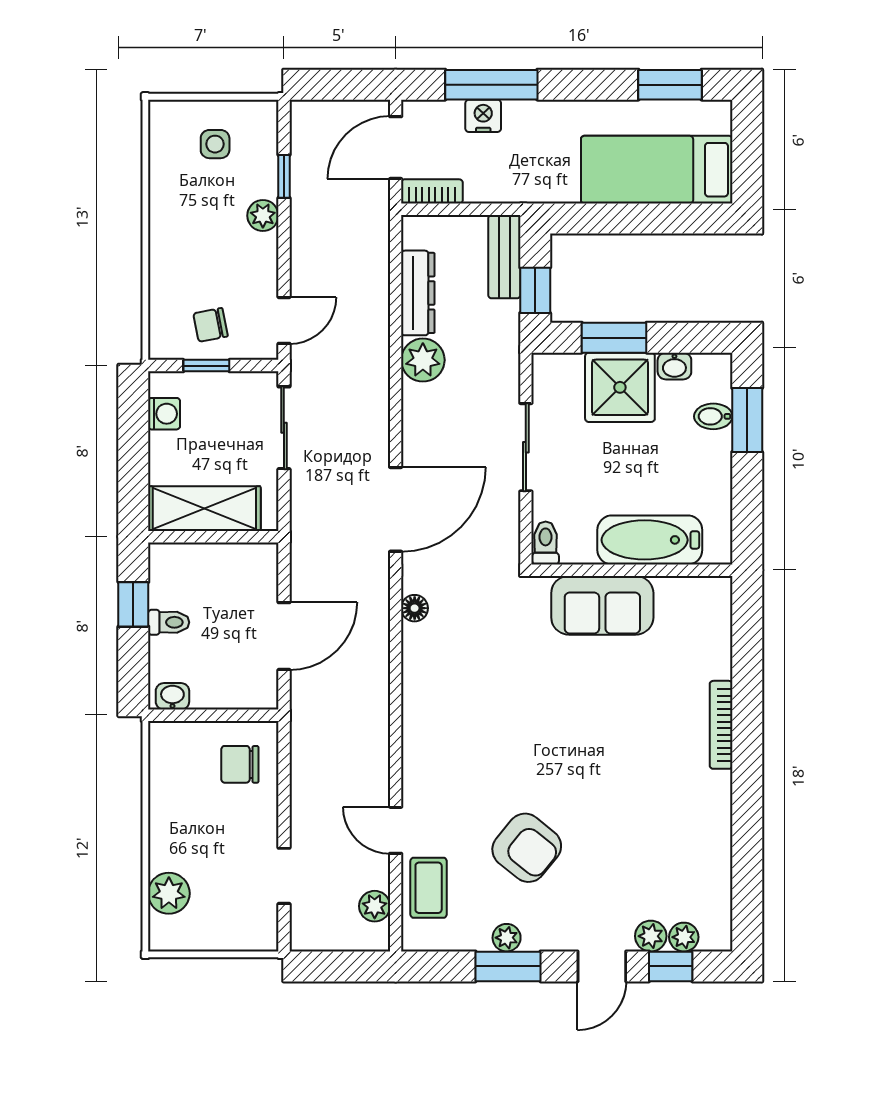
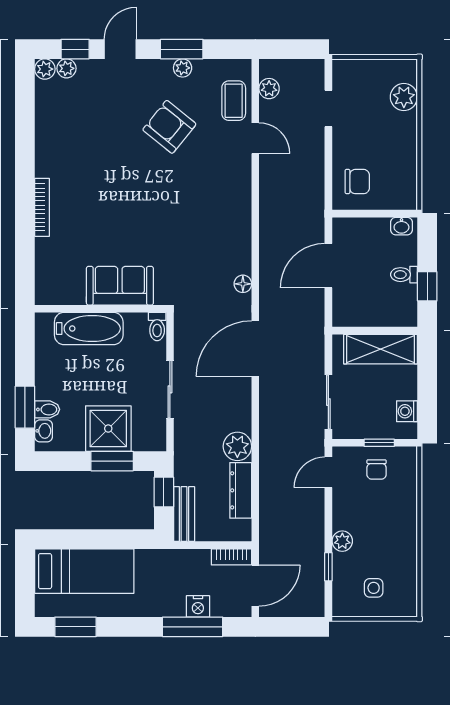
chair: (211, 325) -> (377, 469), turned 101
washbasin: (674, 366) -> (44, 431), moved, turned 90
plant: (651, 936) -> (45, 69), moved

